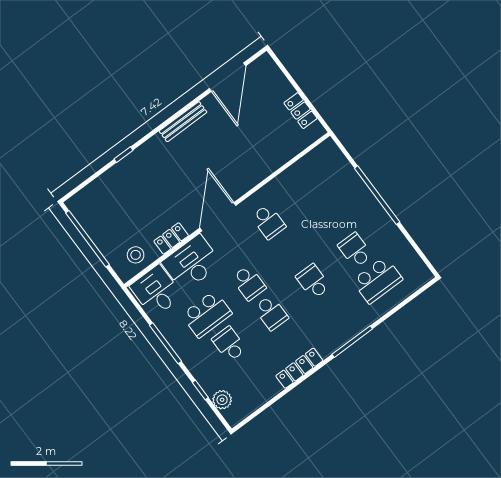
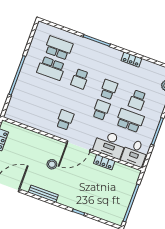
school desk: (355, 250) -> (51, 68), width x1.85
stool: (136, 255) -> (52, 164), moved
locker: (299, 368) -> (131, 60), width x0.66

